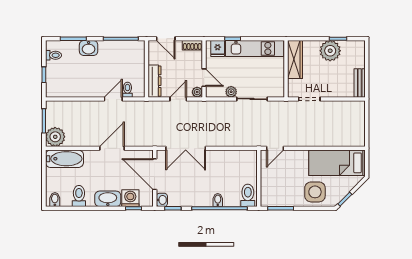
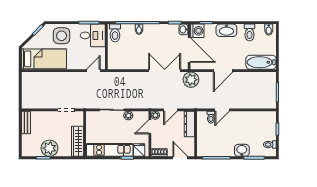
door: (204, 78) -> (150, 127), hinge flipped
plant: (55, 137) -> (191, 80), moved
desk: (276, 192) -> (93, 35), added
washing machine: (130, 198) -> (197, 31), moved, turned -90

